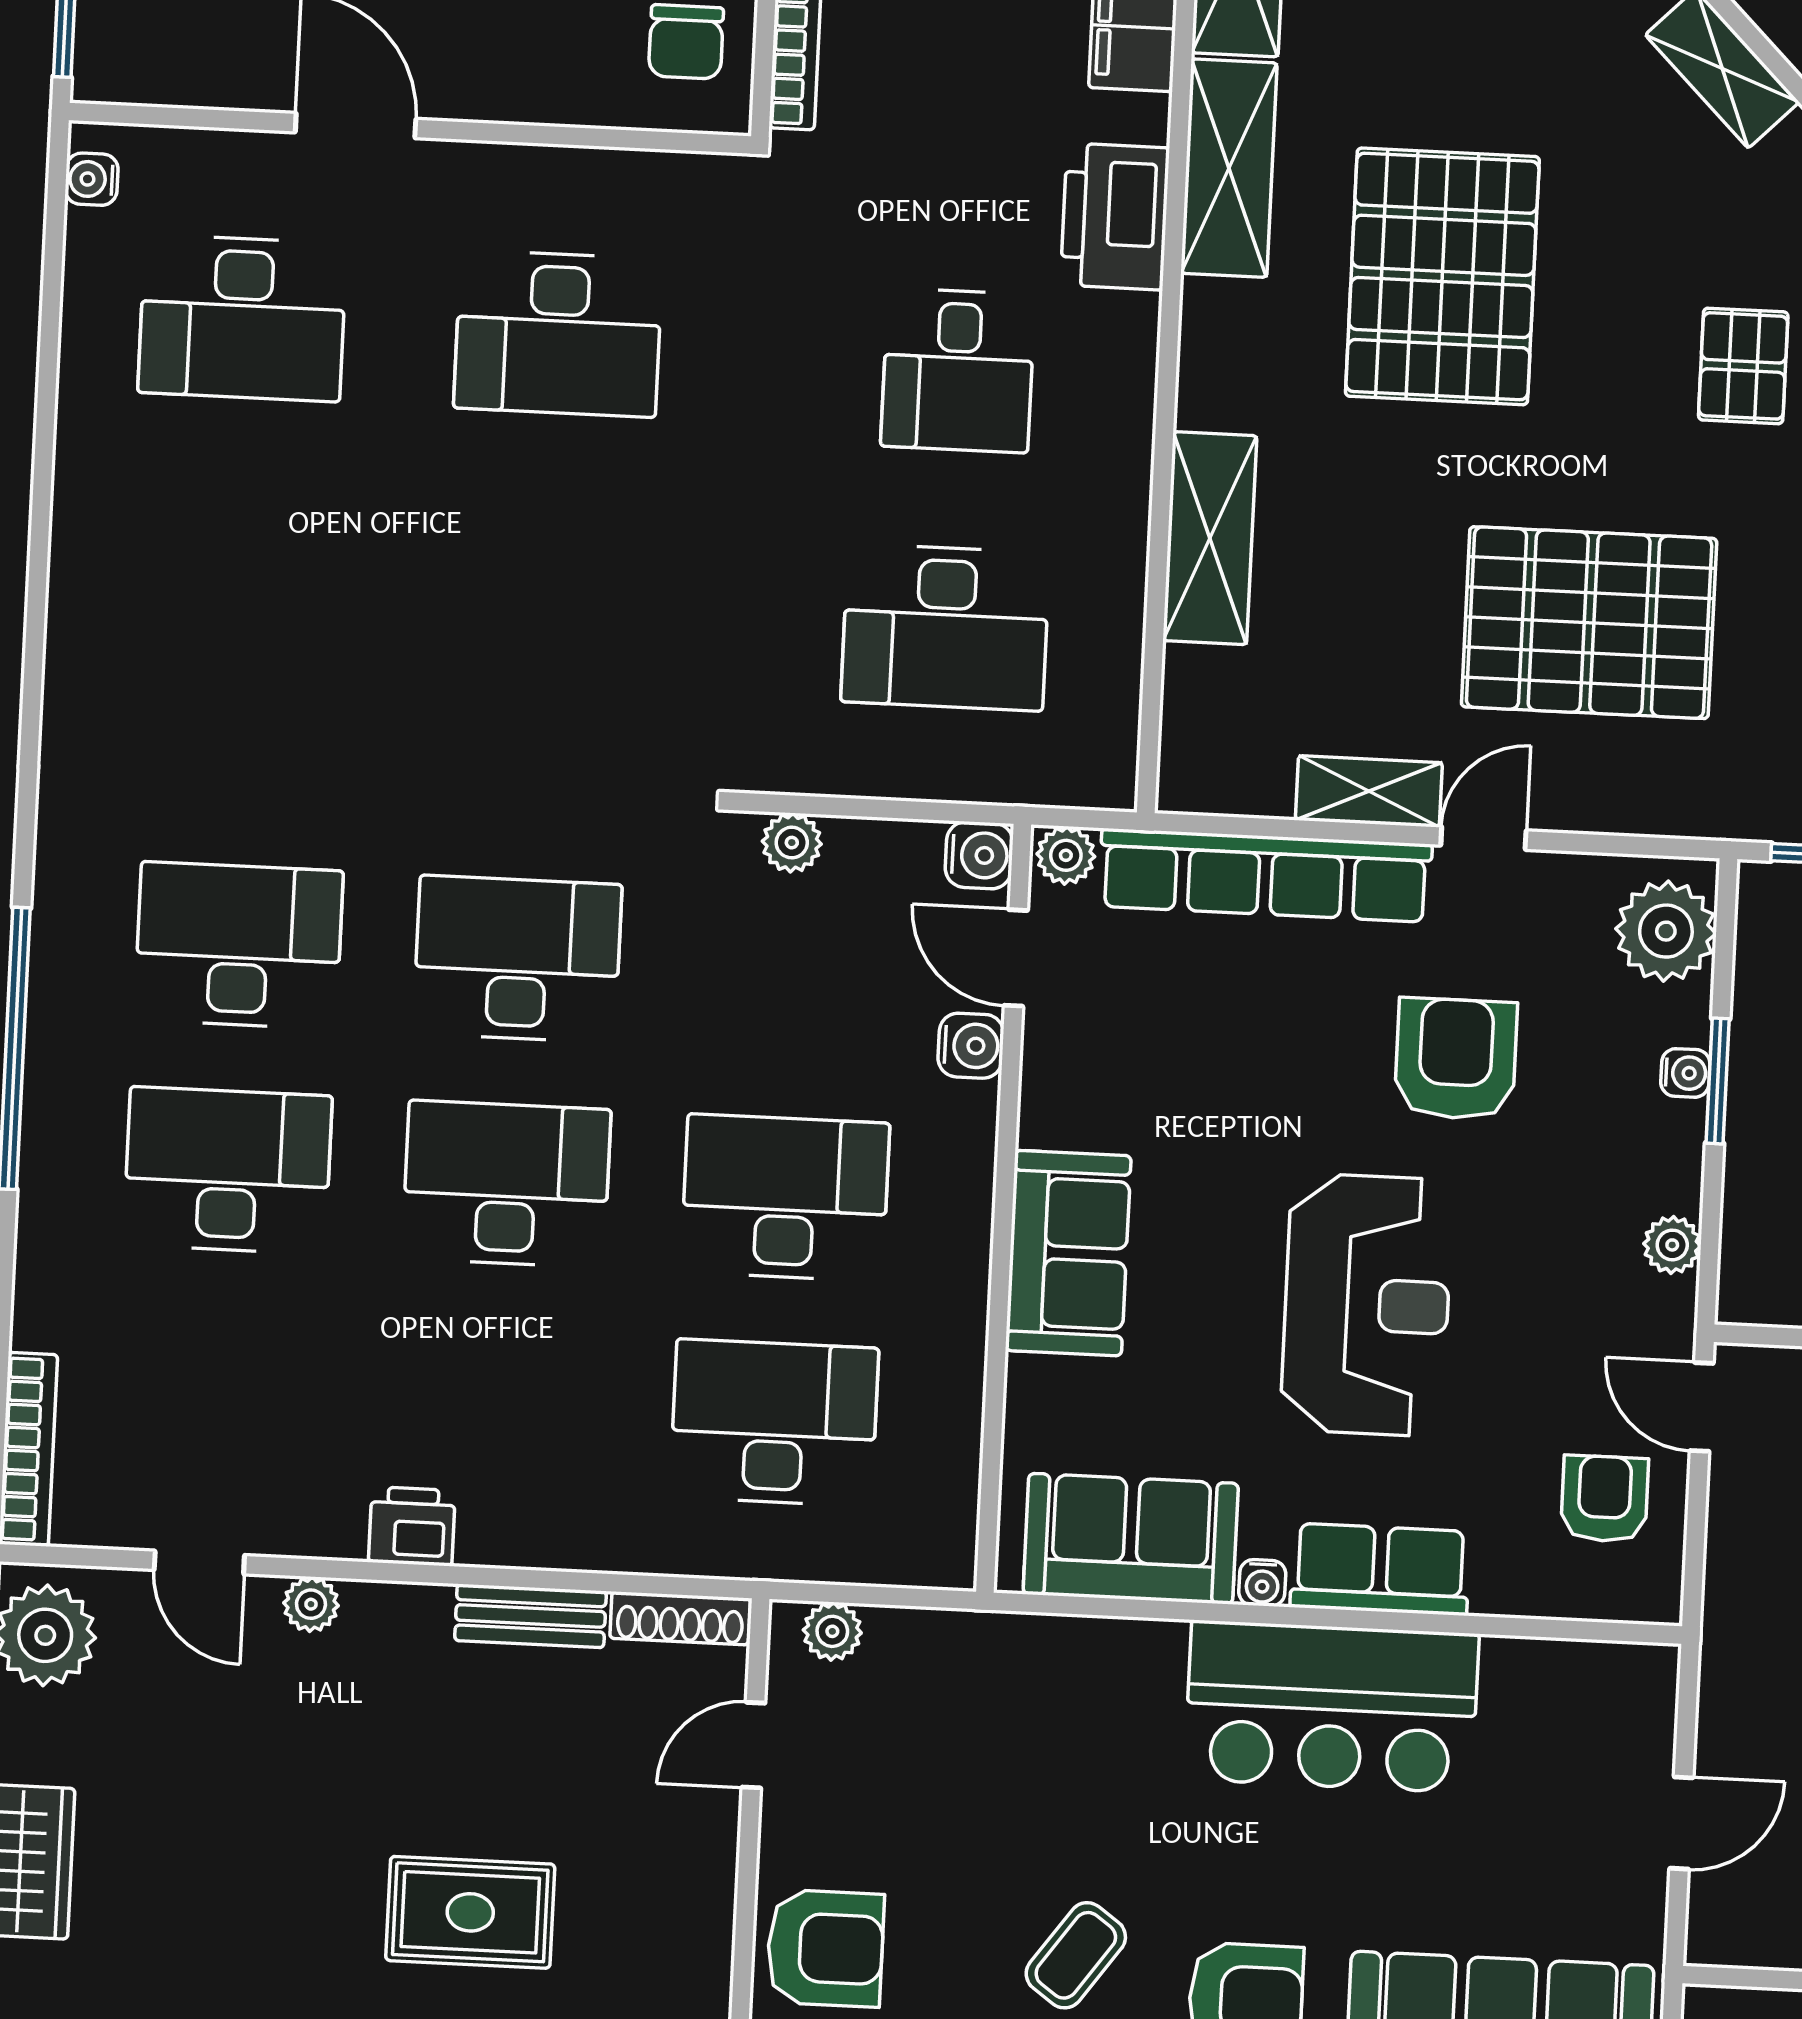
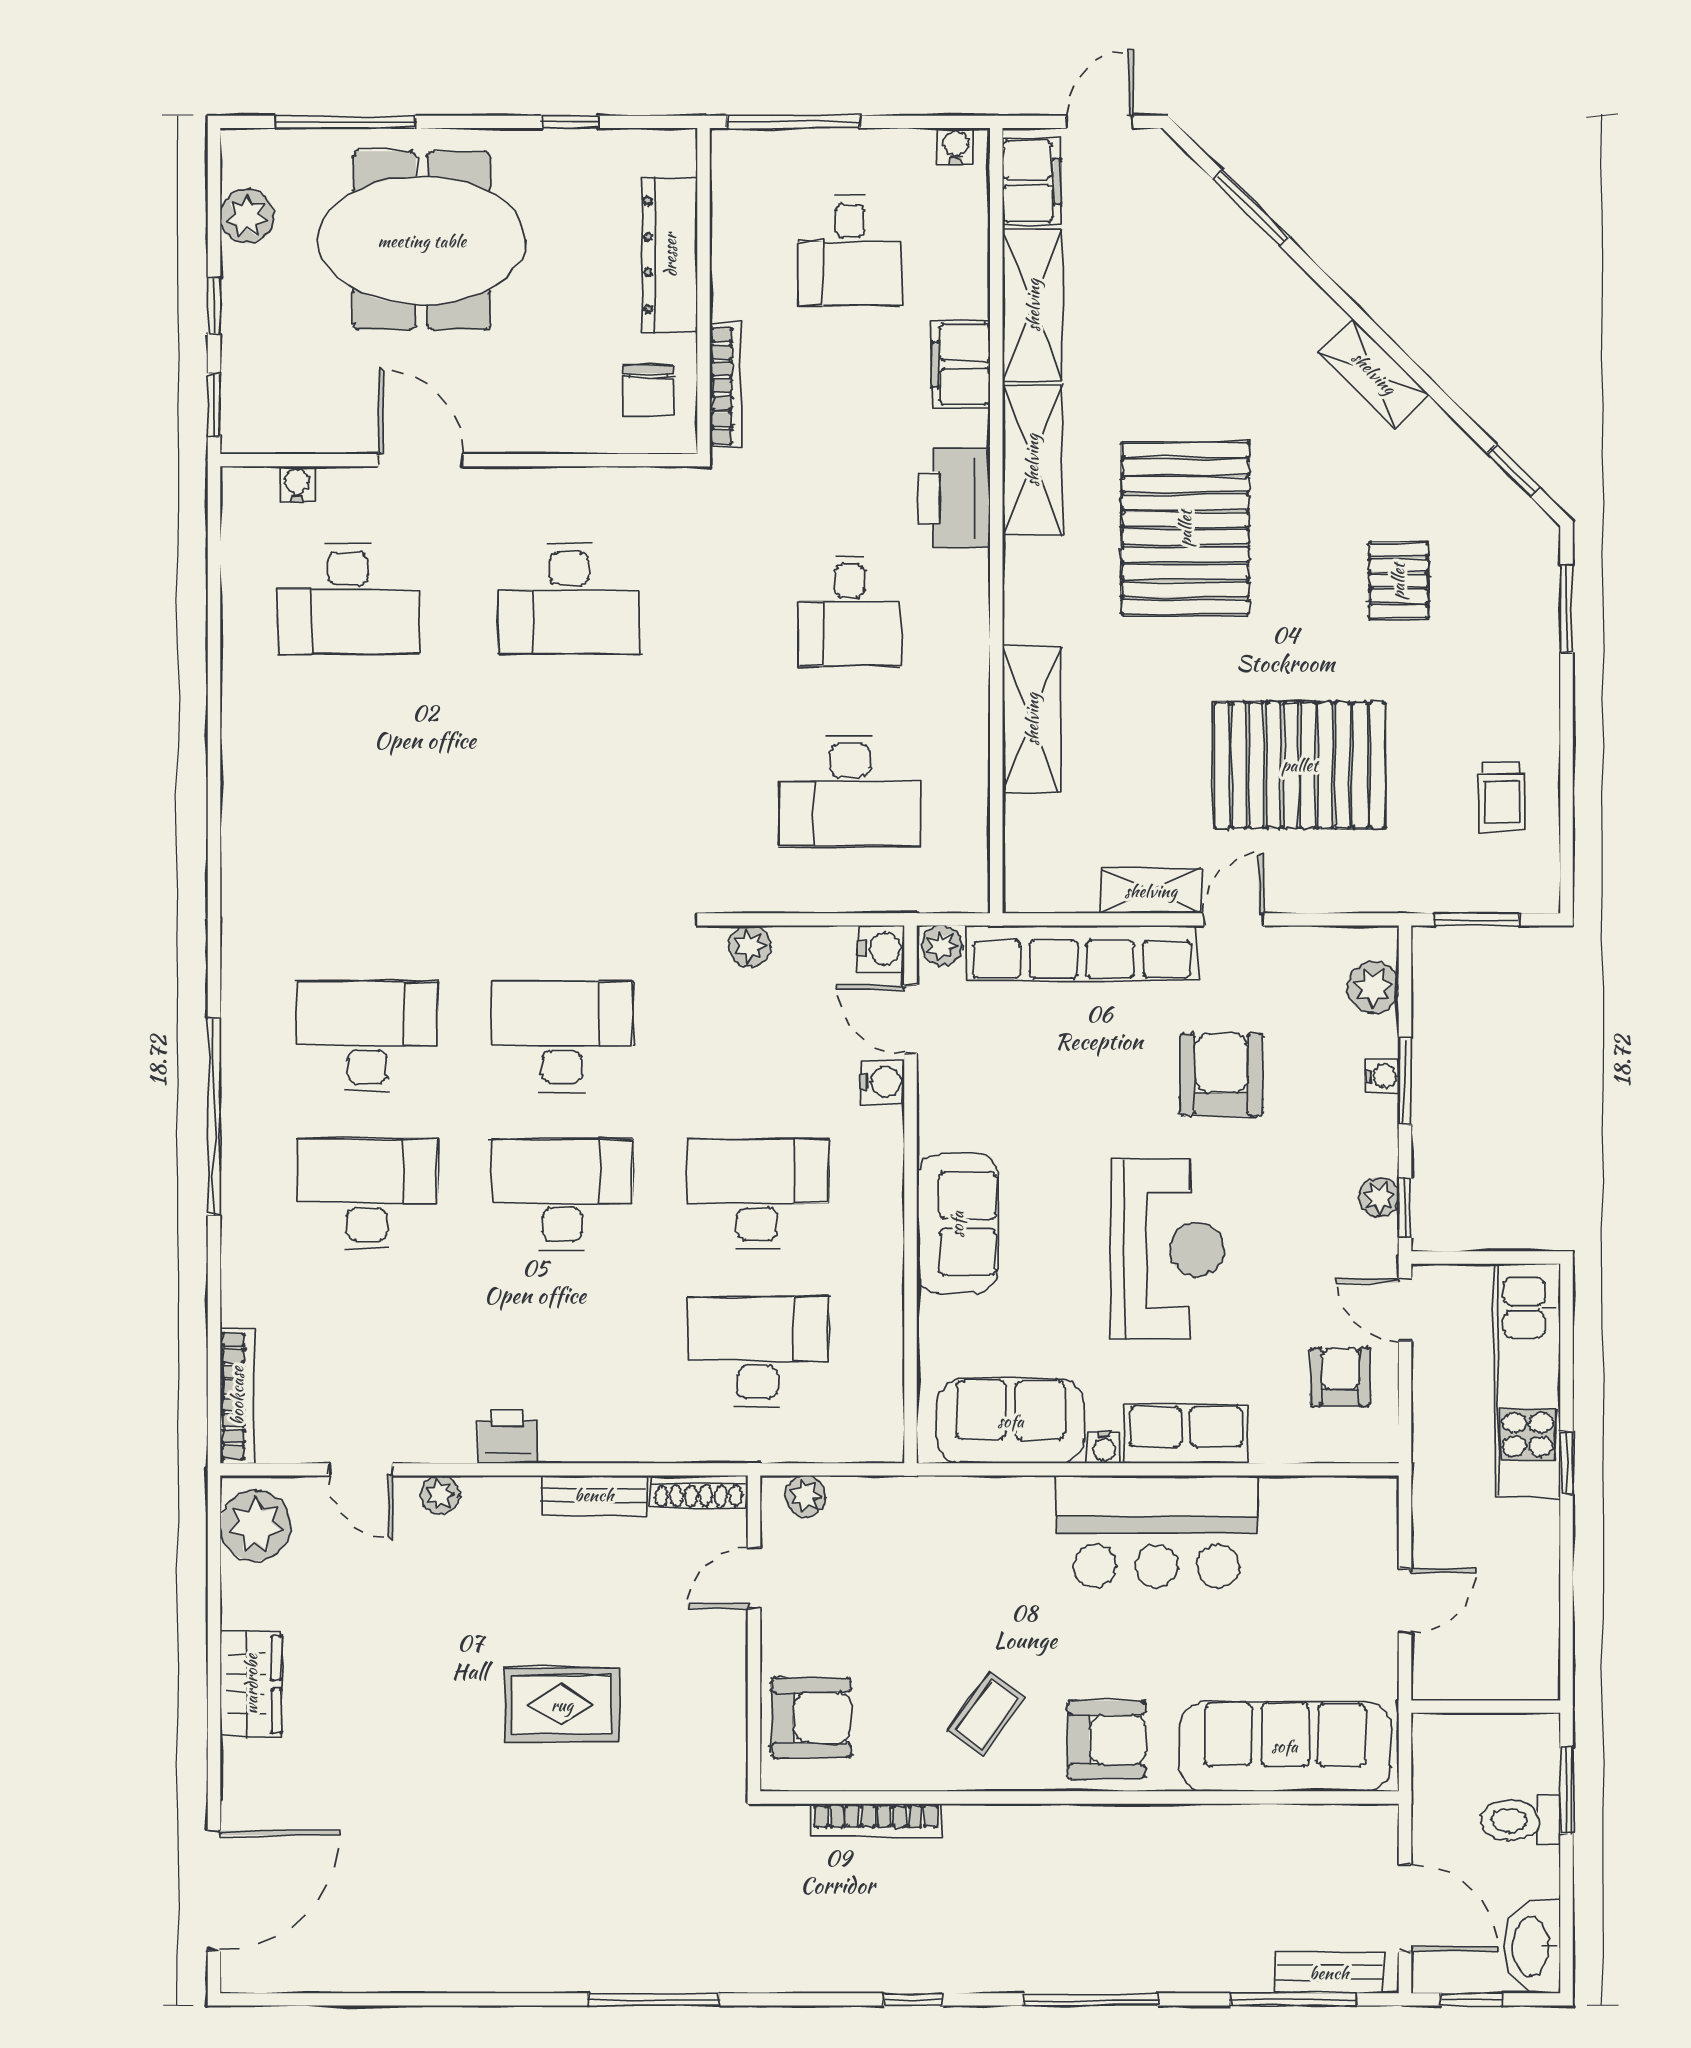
water cooler: (92, 179) -> (297, 484), moved, turned 90
plant: (1666, 931) -> (1373, 988), width x0.73, depth x0.73
window: (1709, 1262) -> (1405, 1208), added

